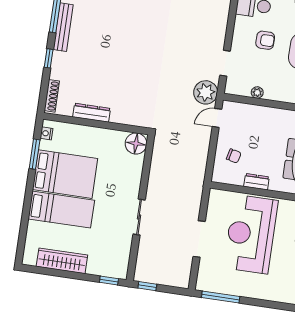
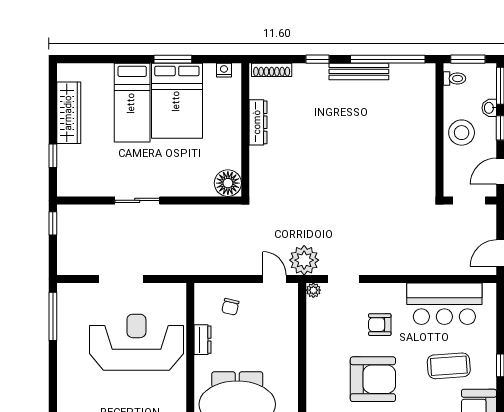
armchair: (265, 40) -> (380, 325), turned 90
plant: (257, 93) -> (313, 290), moved
window: (35, 154) -> (173, 59), moved
window: (109, 281) -> (53, 156), moved

